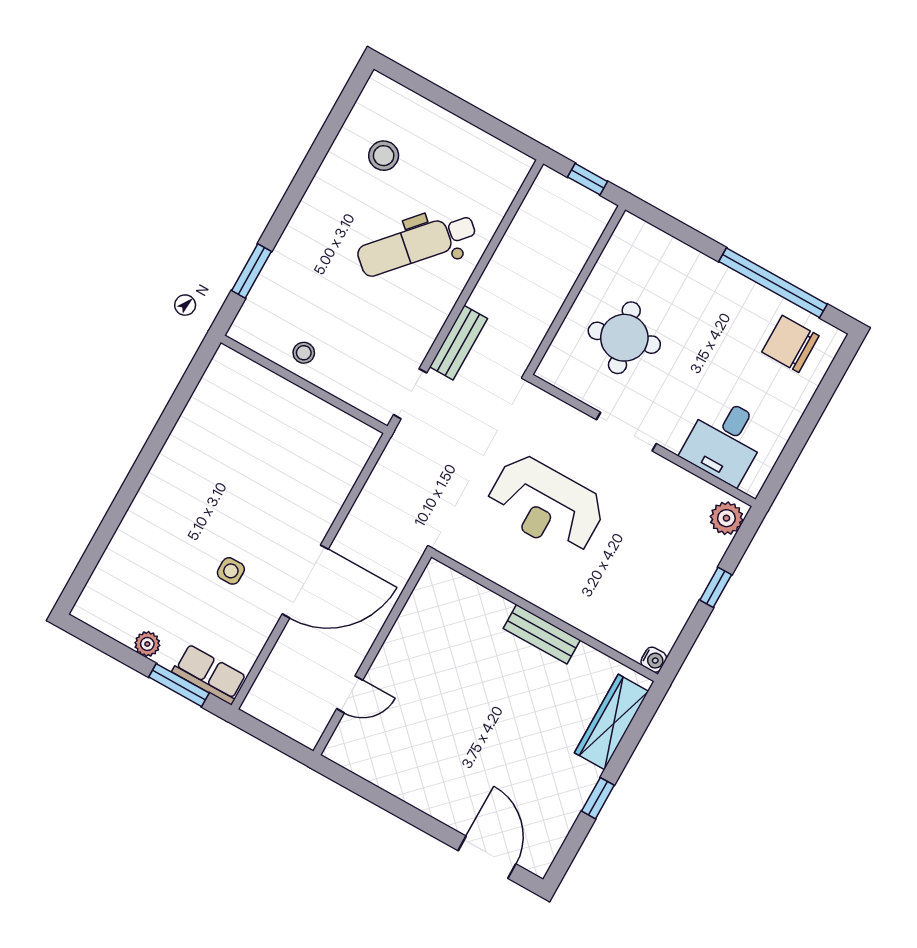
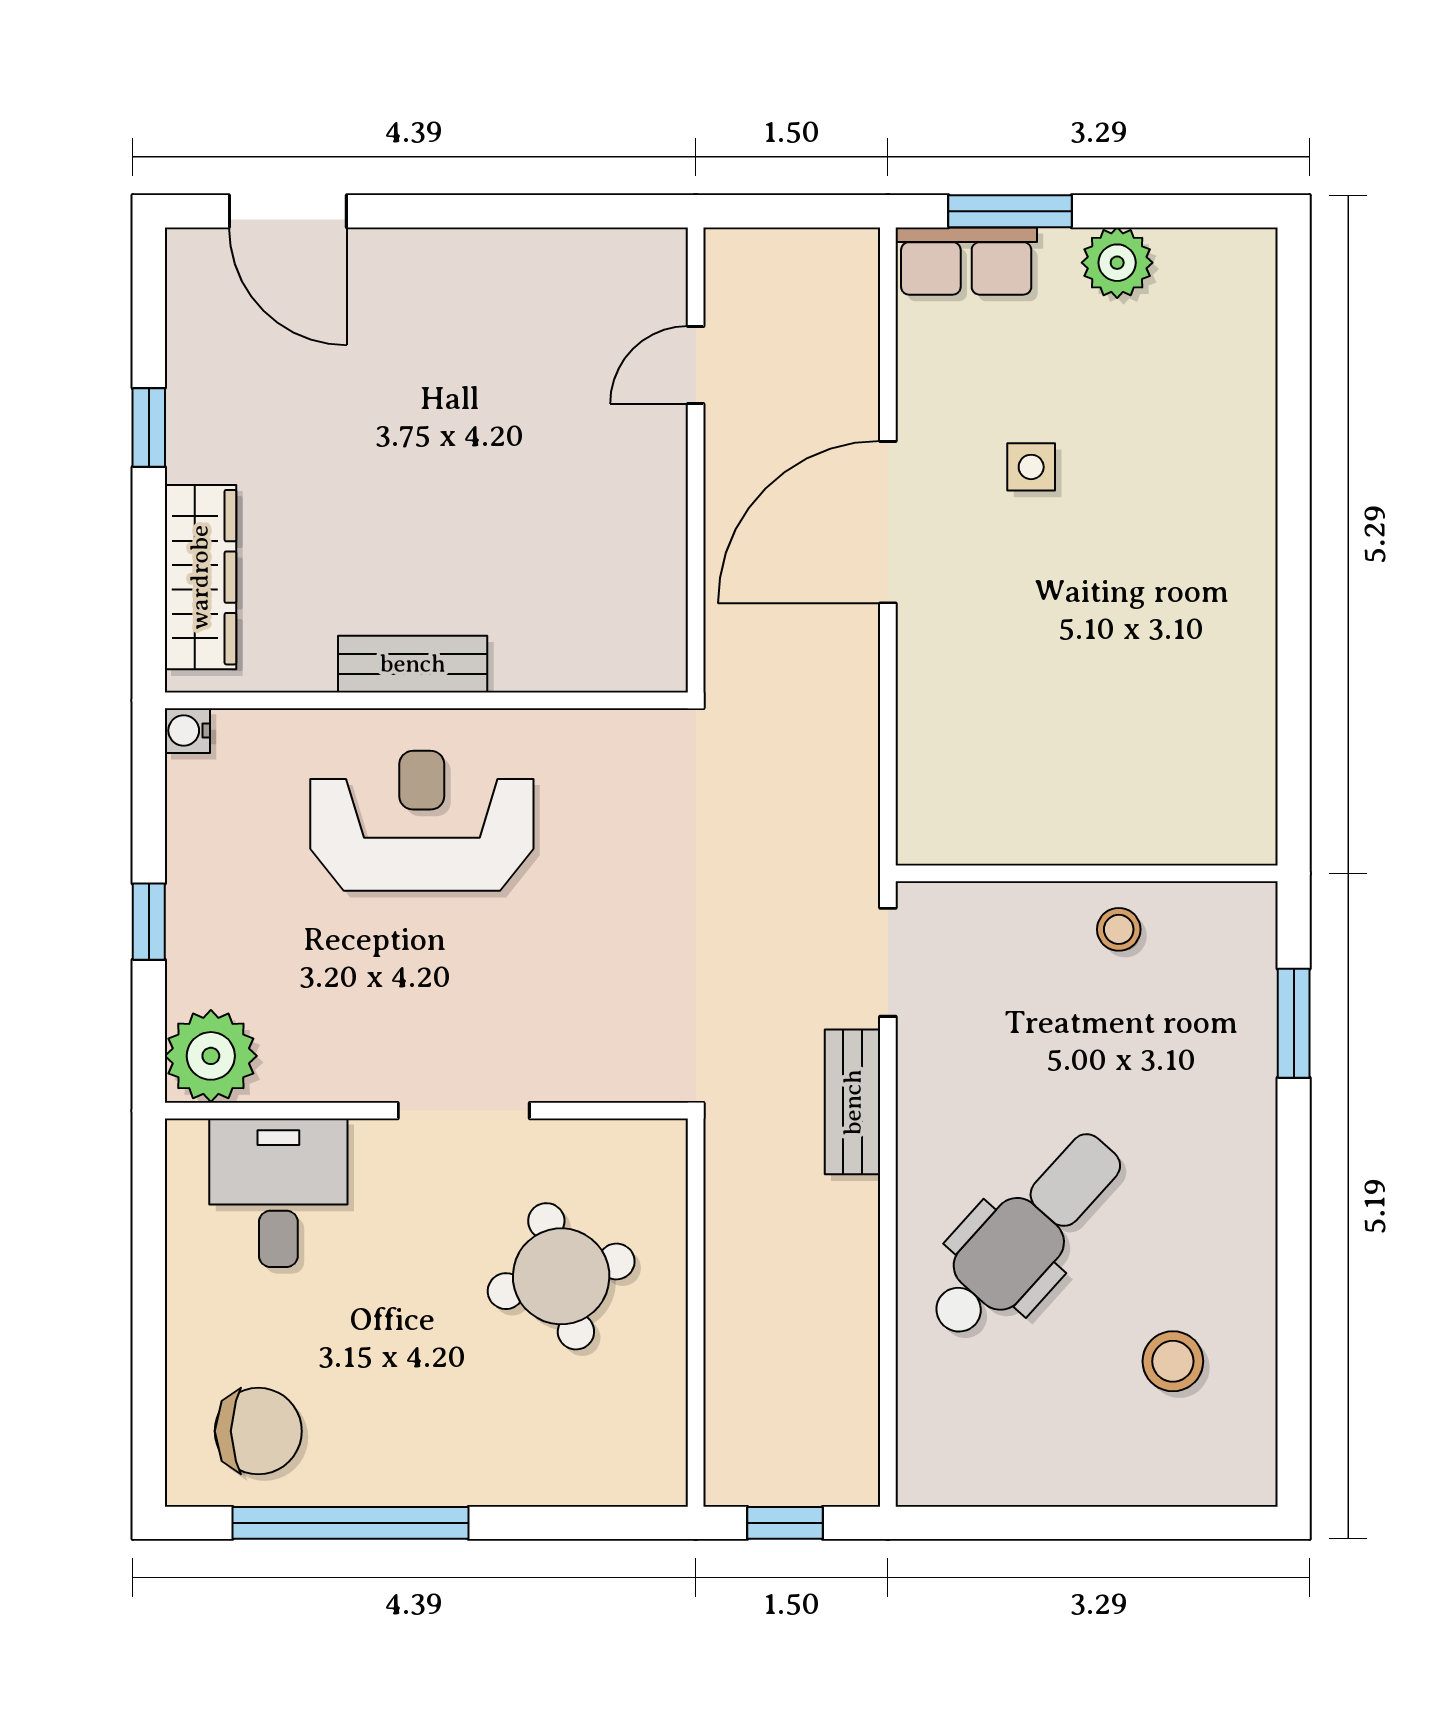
reception desk: (546, 505) -> (422, 821), moved
plant: (726, 518) -> (211, 1056), width x1.36, depth x1.36
plant: (147, 644) -> (1117, 263), width x1.38, depth x1.38

